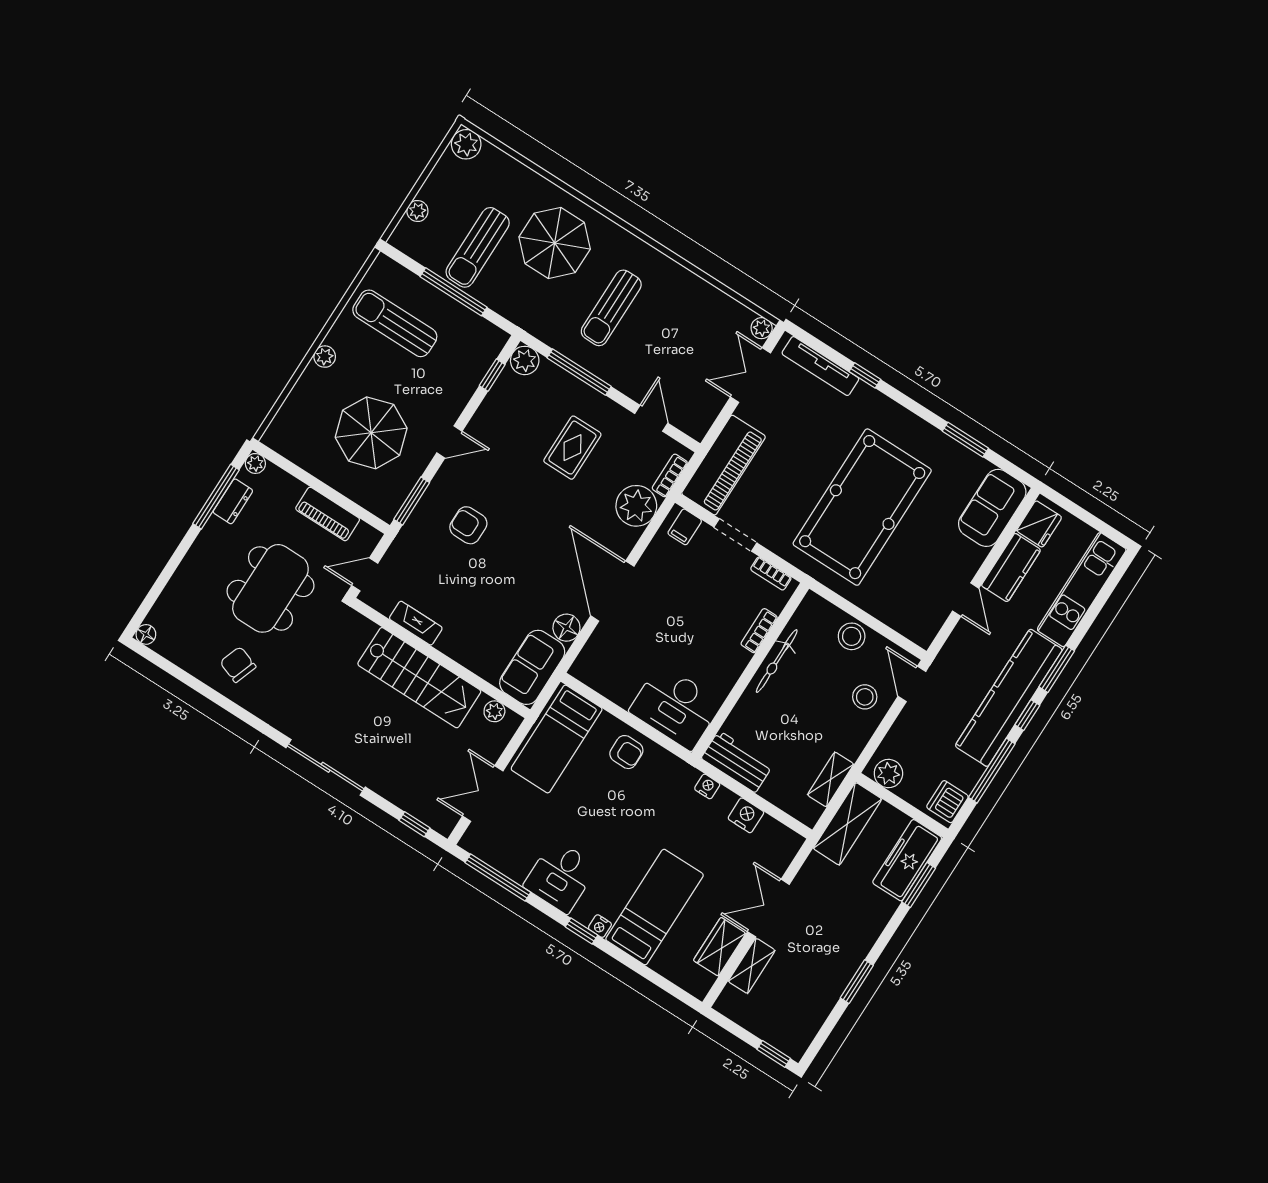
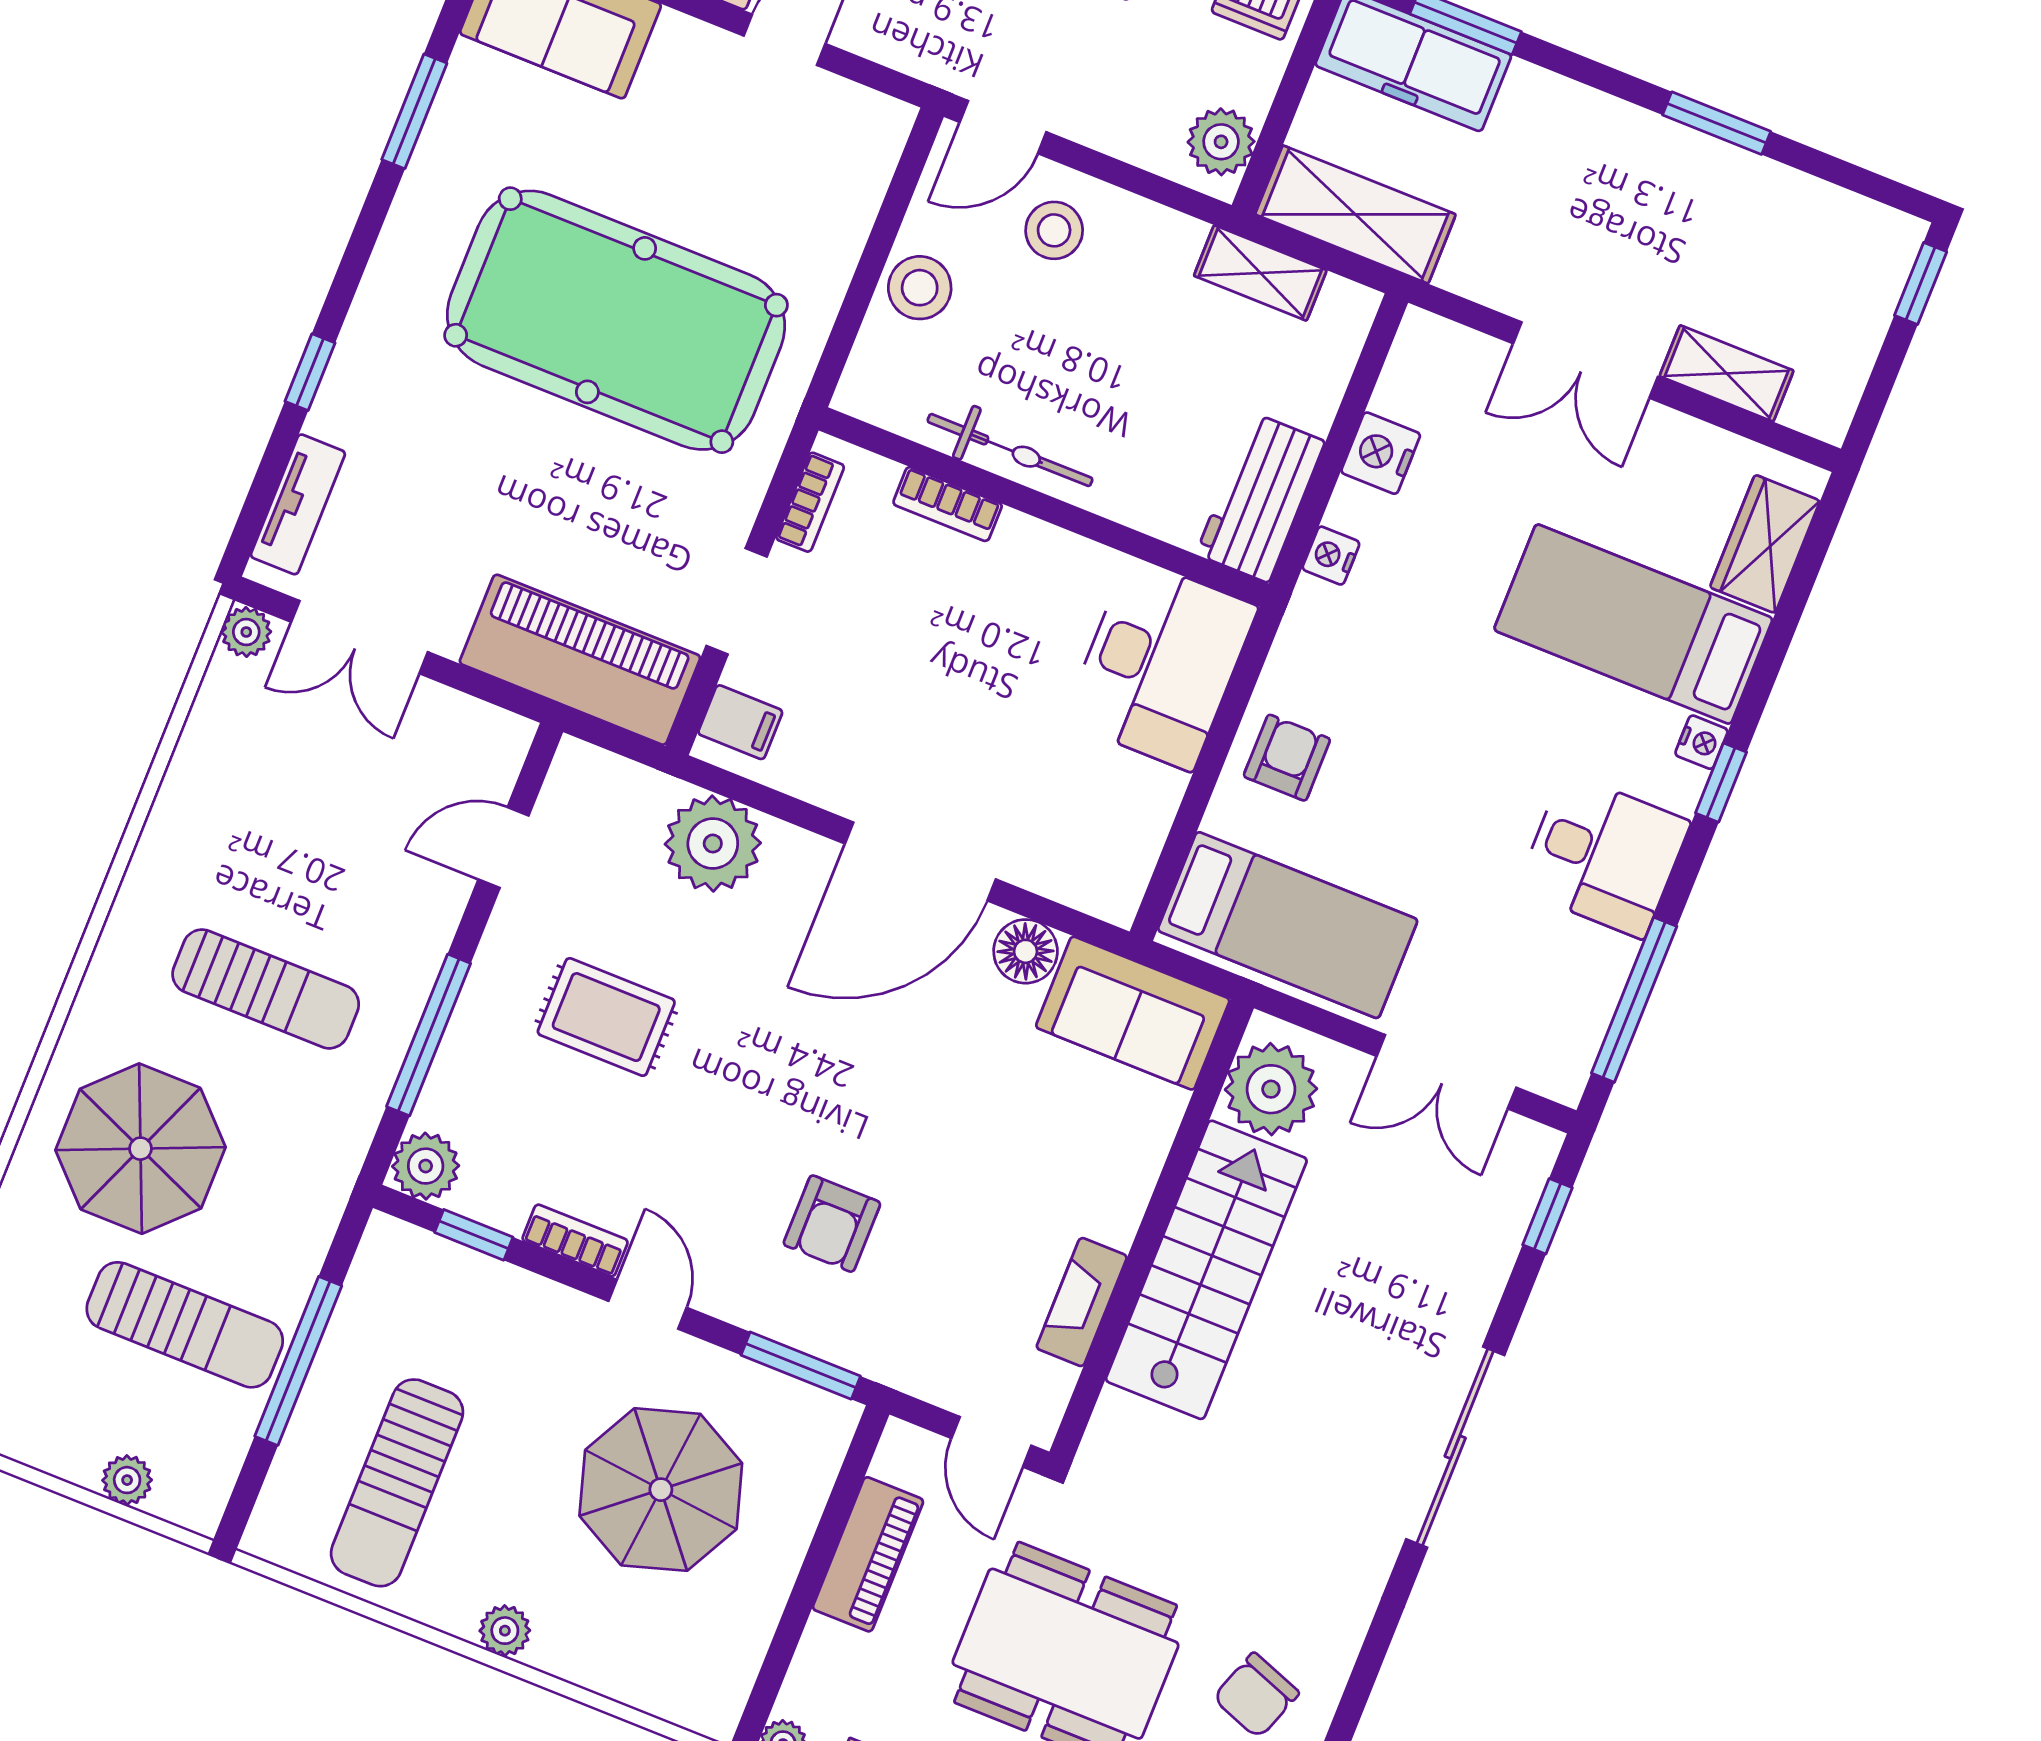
tv unit: (820, 366) -> (298, 504), width x0.71
bookcase: (670, 475) -> (575, 1240), moved, turned 180
plant: (494, 711) -> (1271, 1089), width x1.87, depth x1.87
wardrobe: (720, 947) -> (1765, 544), moved, turned 90

